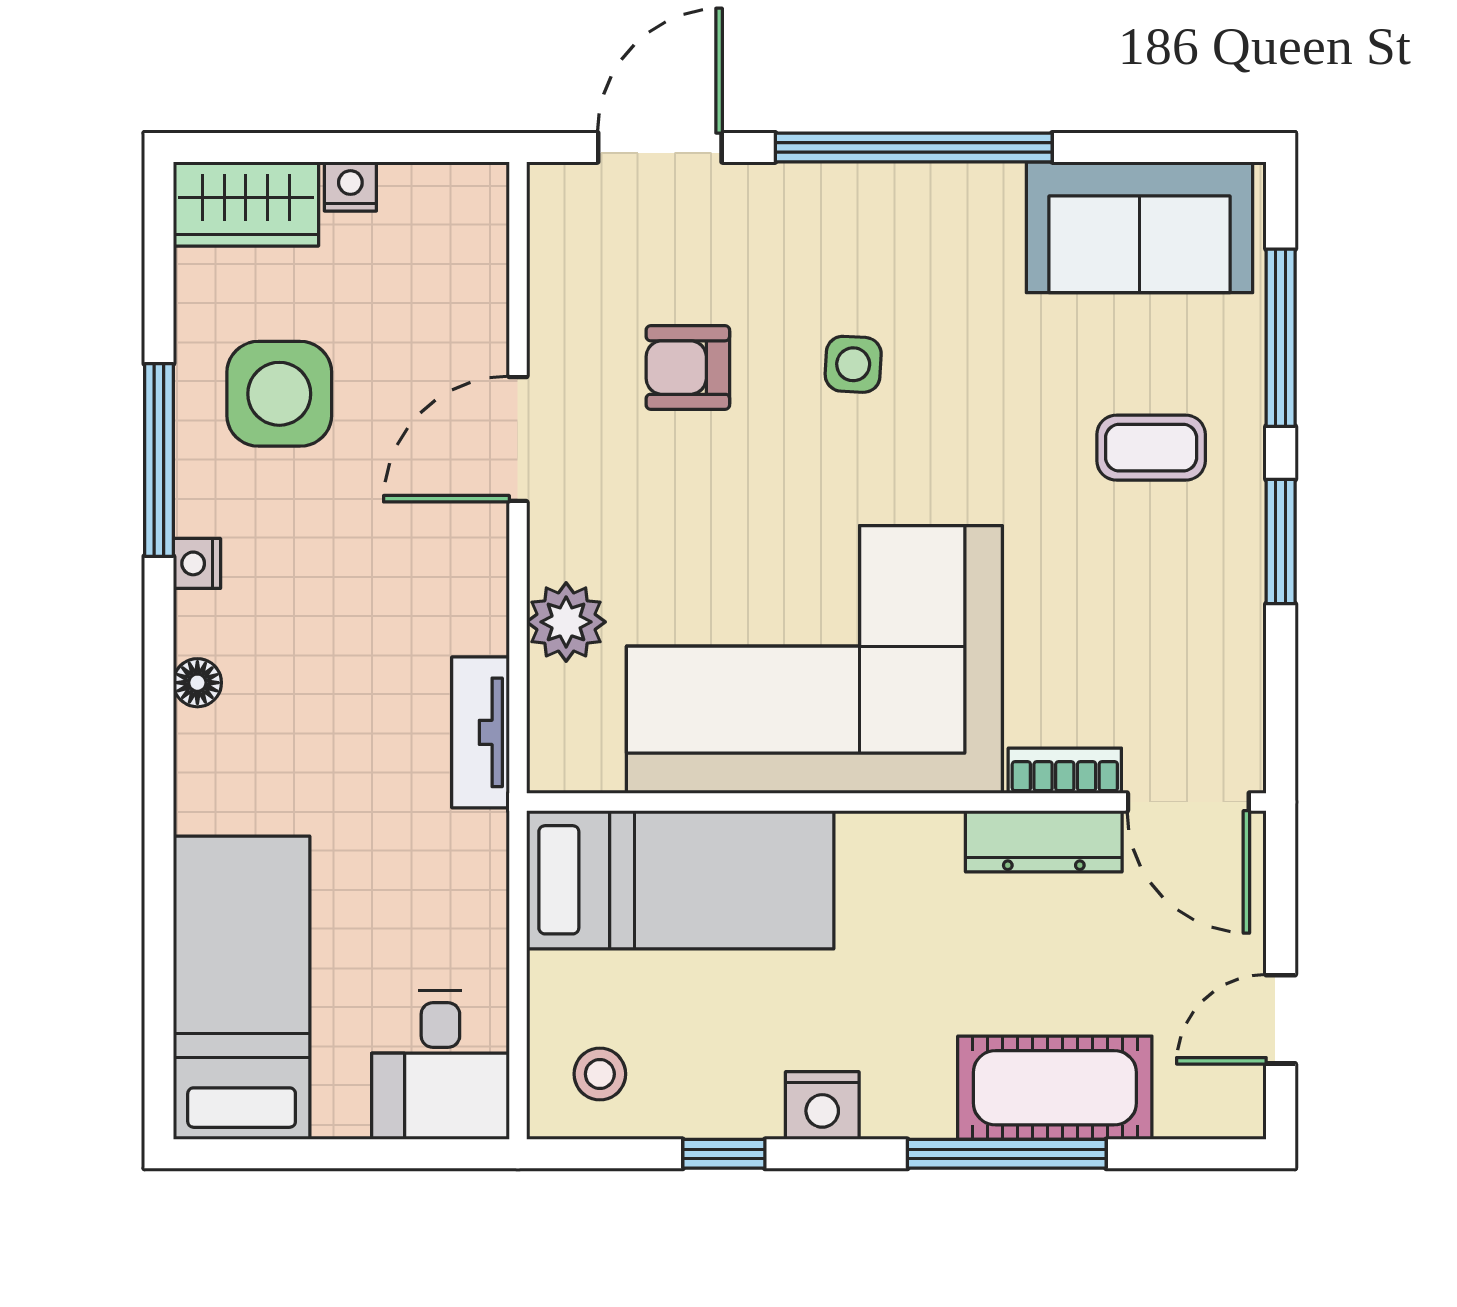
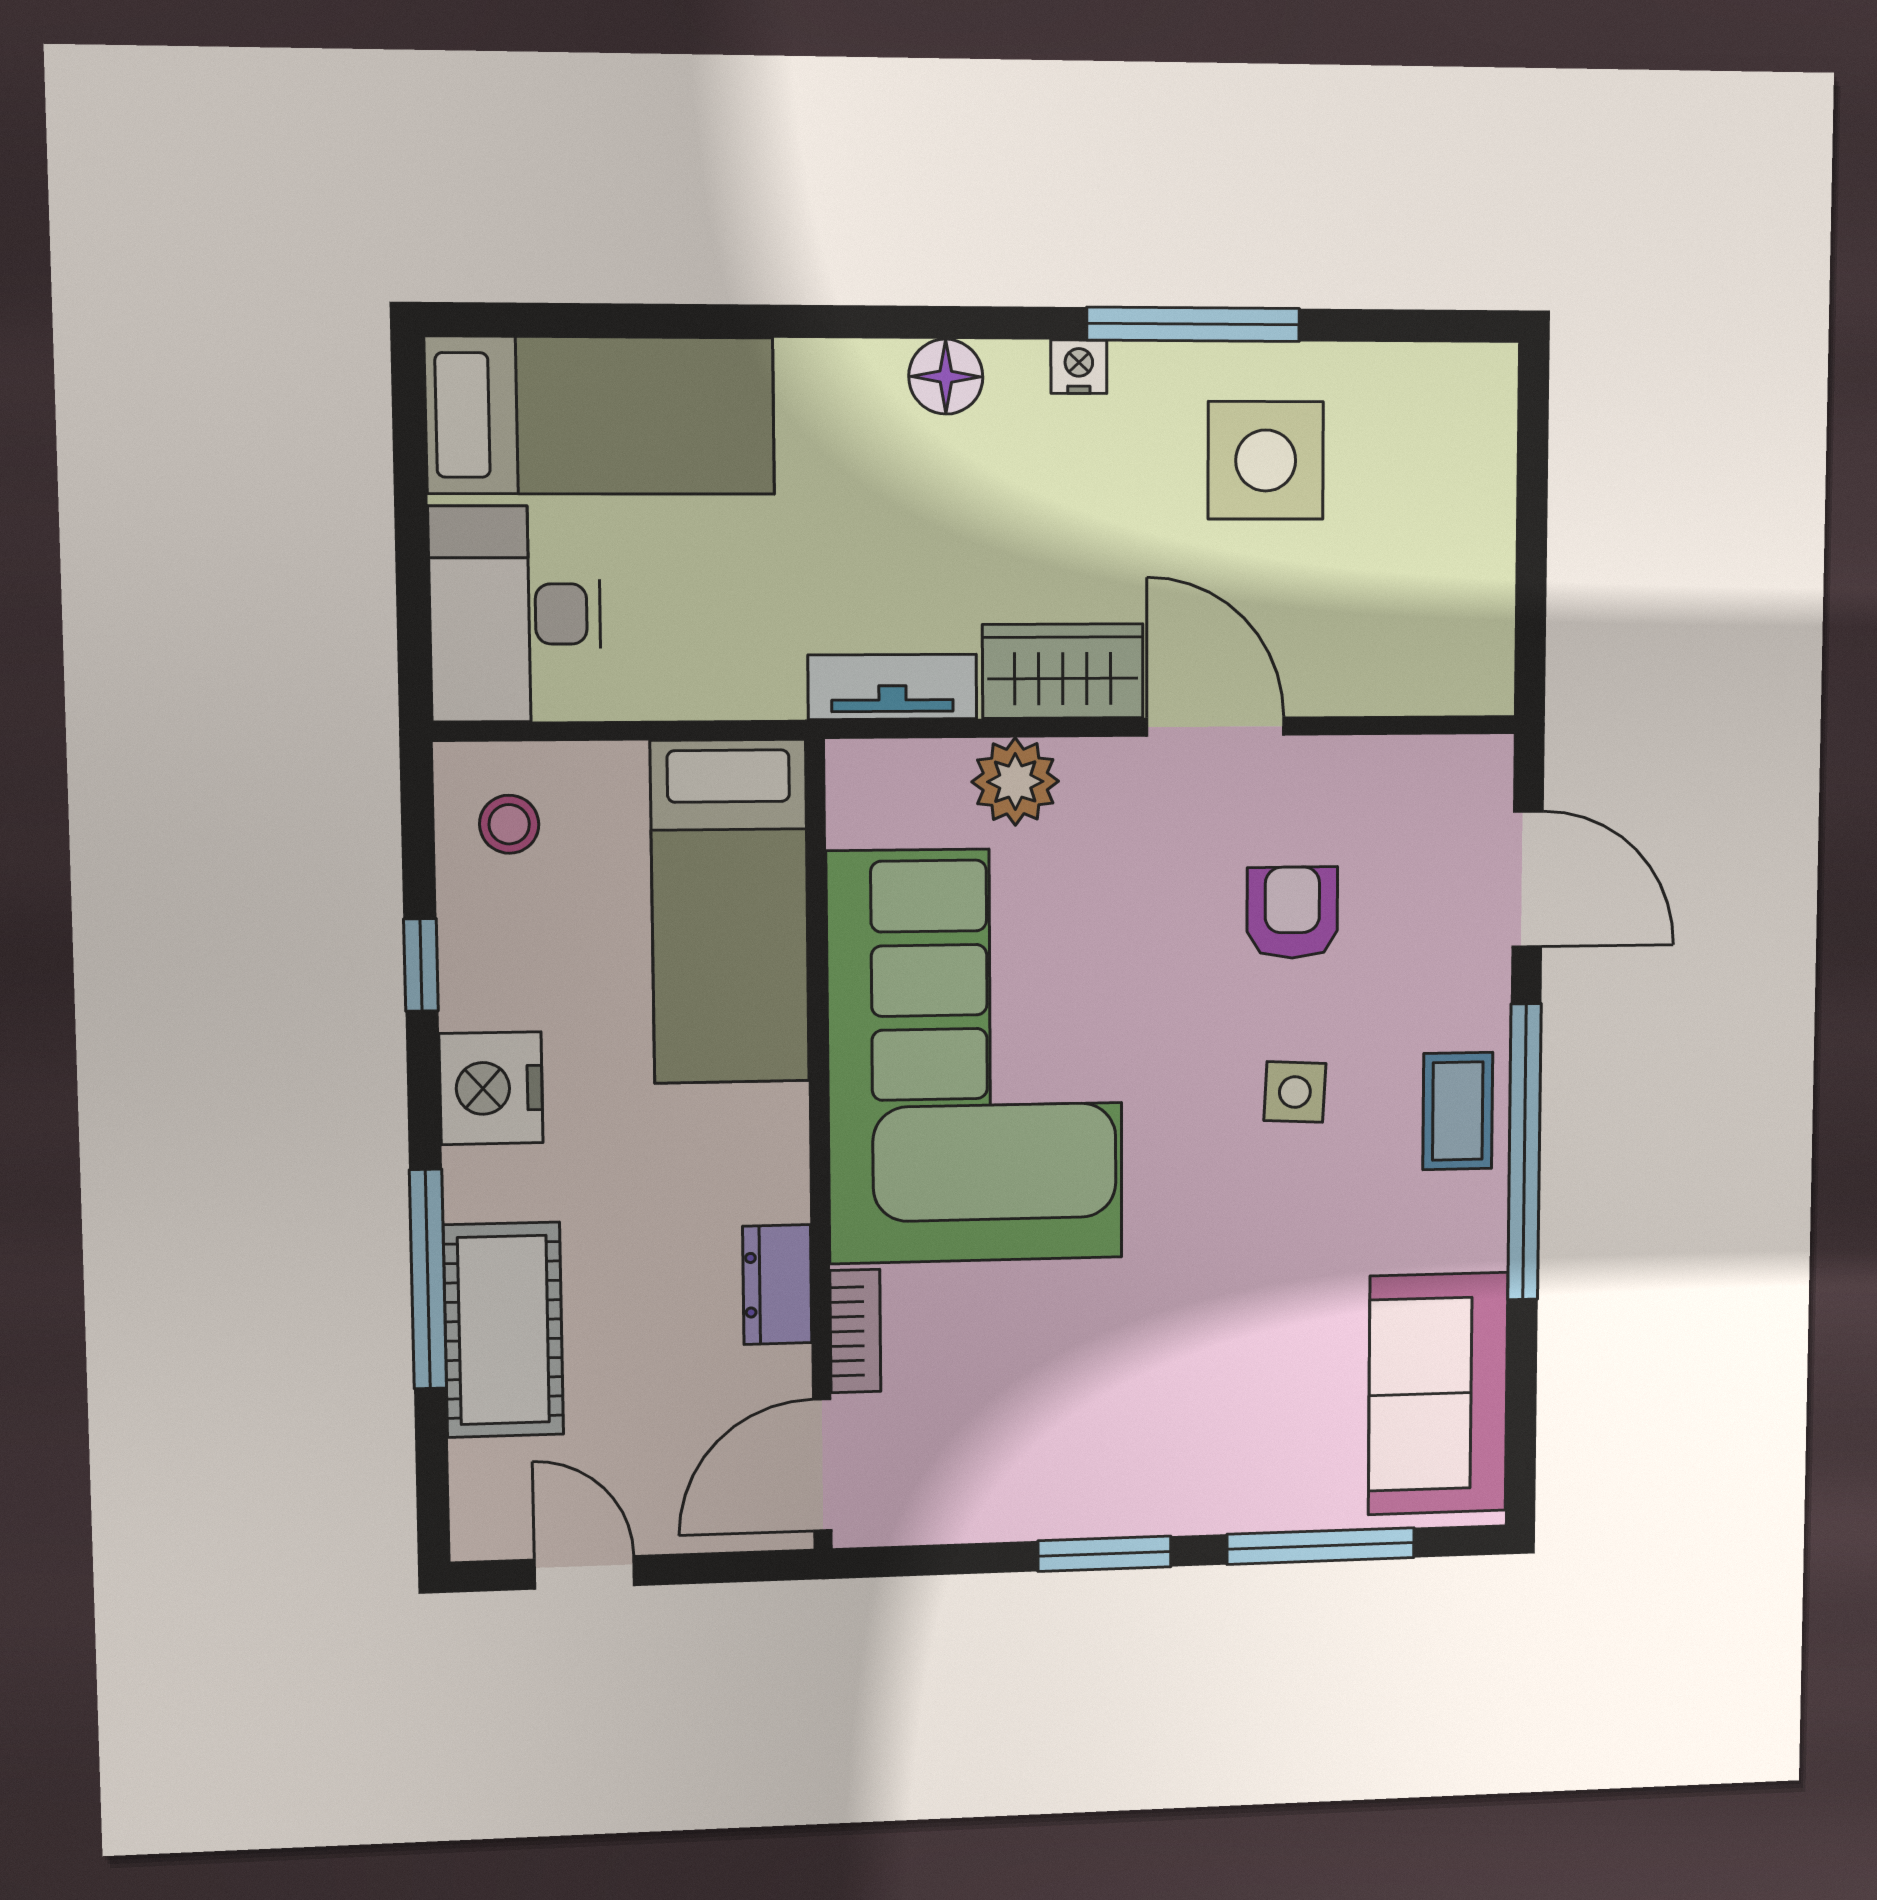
nightstand: (350, 186) -> (1490, 540), removed
wardrobe: (246, 204) -> (1063, 671), moved, turned 90
coffee table: (1151, 448) -> (1458, 1111), moved
floor lamp: (197, 683) -> (946, 377), width x1.37, depth x1.37
dresser: (1044, 841) -> (777, 1285), width x0.70
desk: (440, 1065) -> (515, 614), width x1.37
nightstand: (822, 1106) -> (491, 1088), width x1.36, depth x1.33

